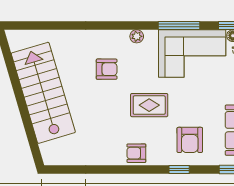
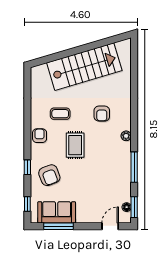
corner sofa: (192, 54) -> (113, 177), removed
coffee table: (107, 125) -> (60, 114), added
armchair: (190, 140) -> (49, 175), turned -111

